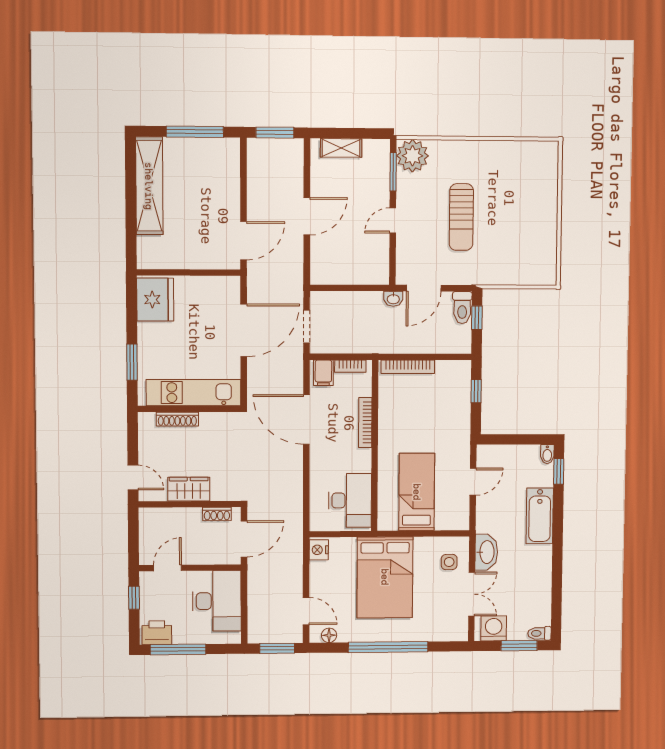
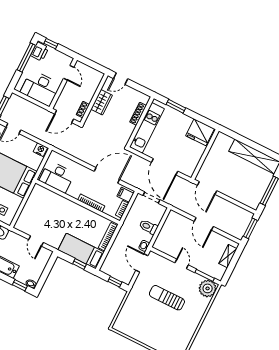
toilet: (462, 308) -> (148, 227), moved
bed: (417, 492) -> (81, 251), moved, turned 180
door: (244, 539) -> (64, 116), hinge flipped
window: (134, 598) -> (51, 44), moved

